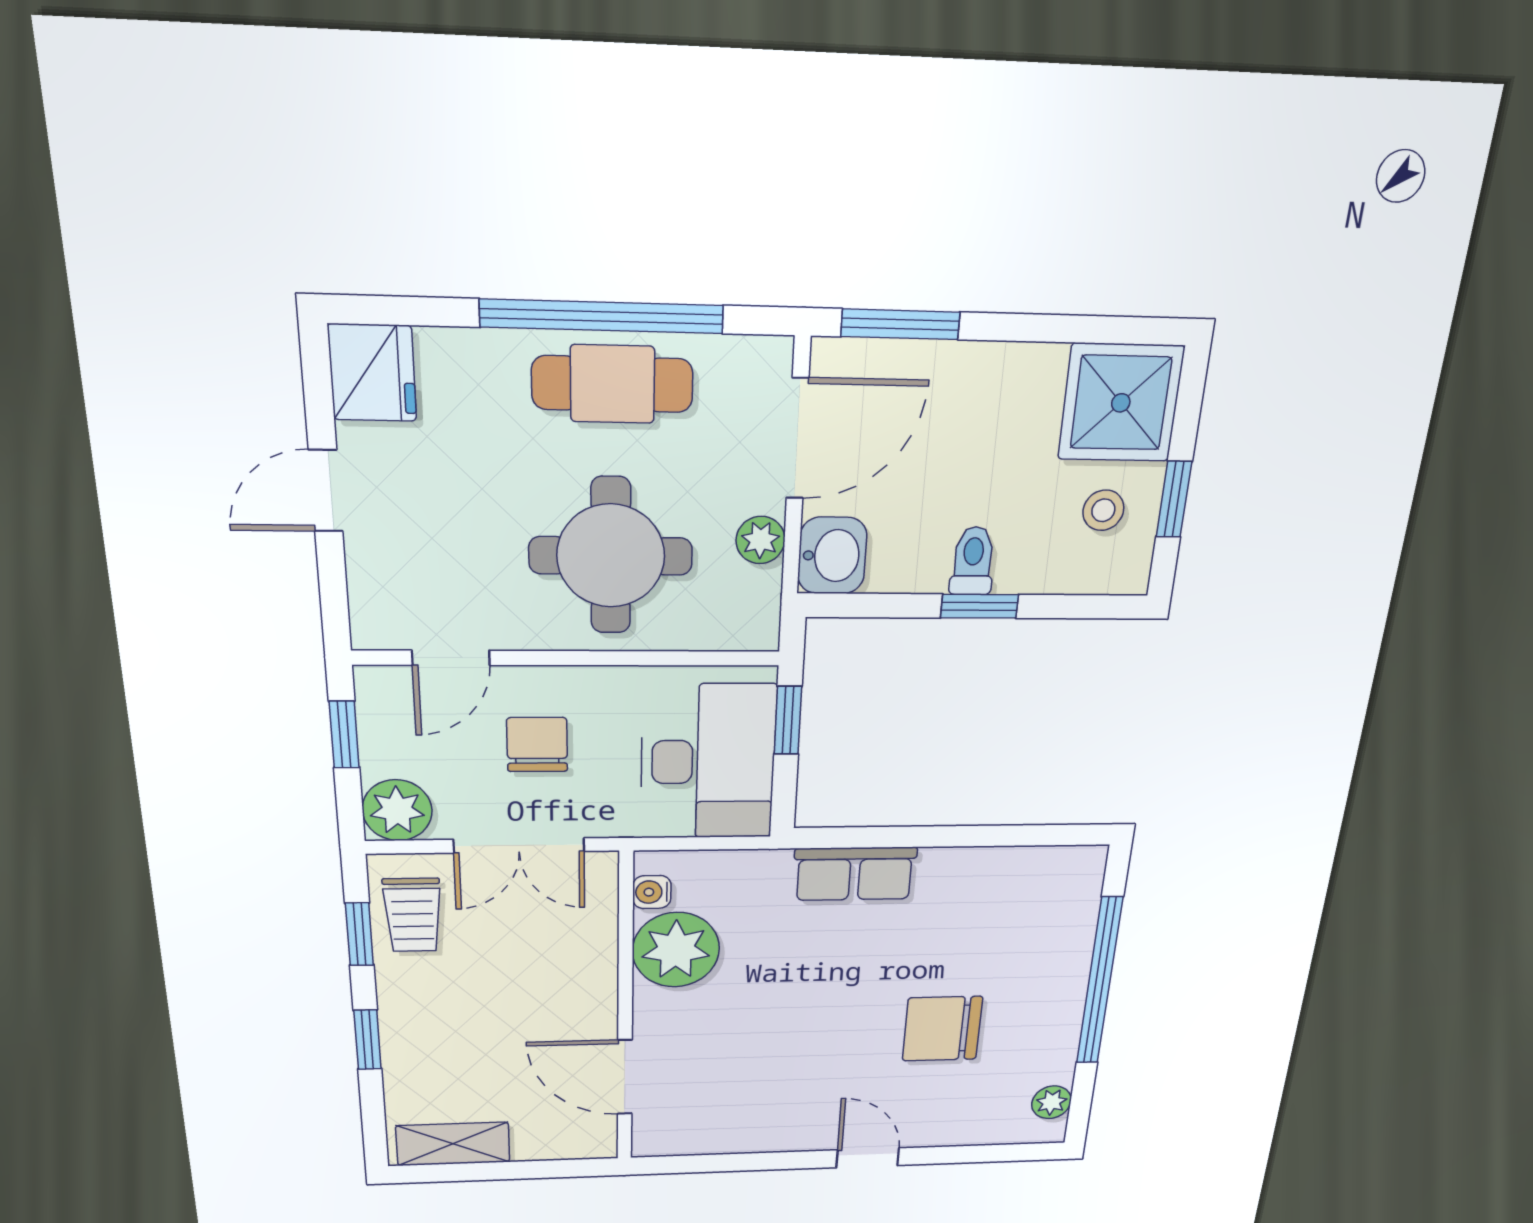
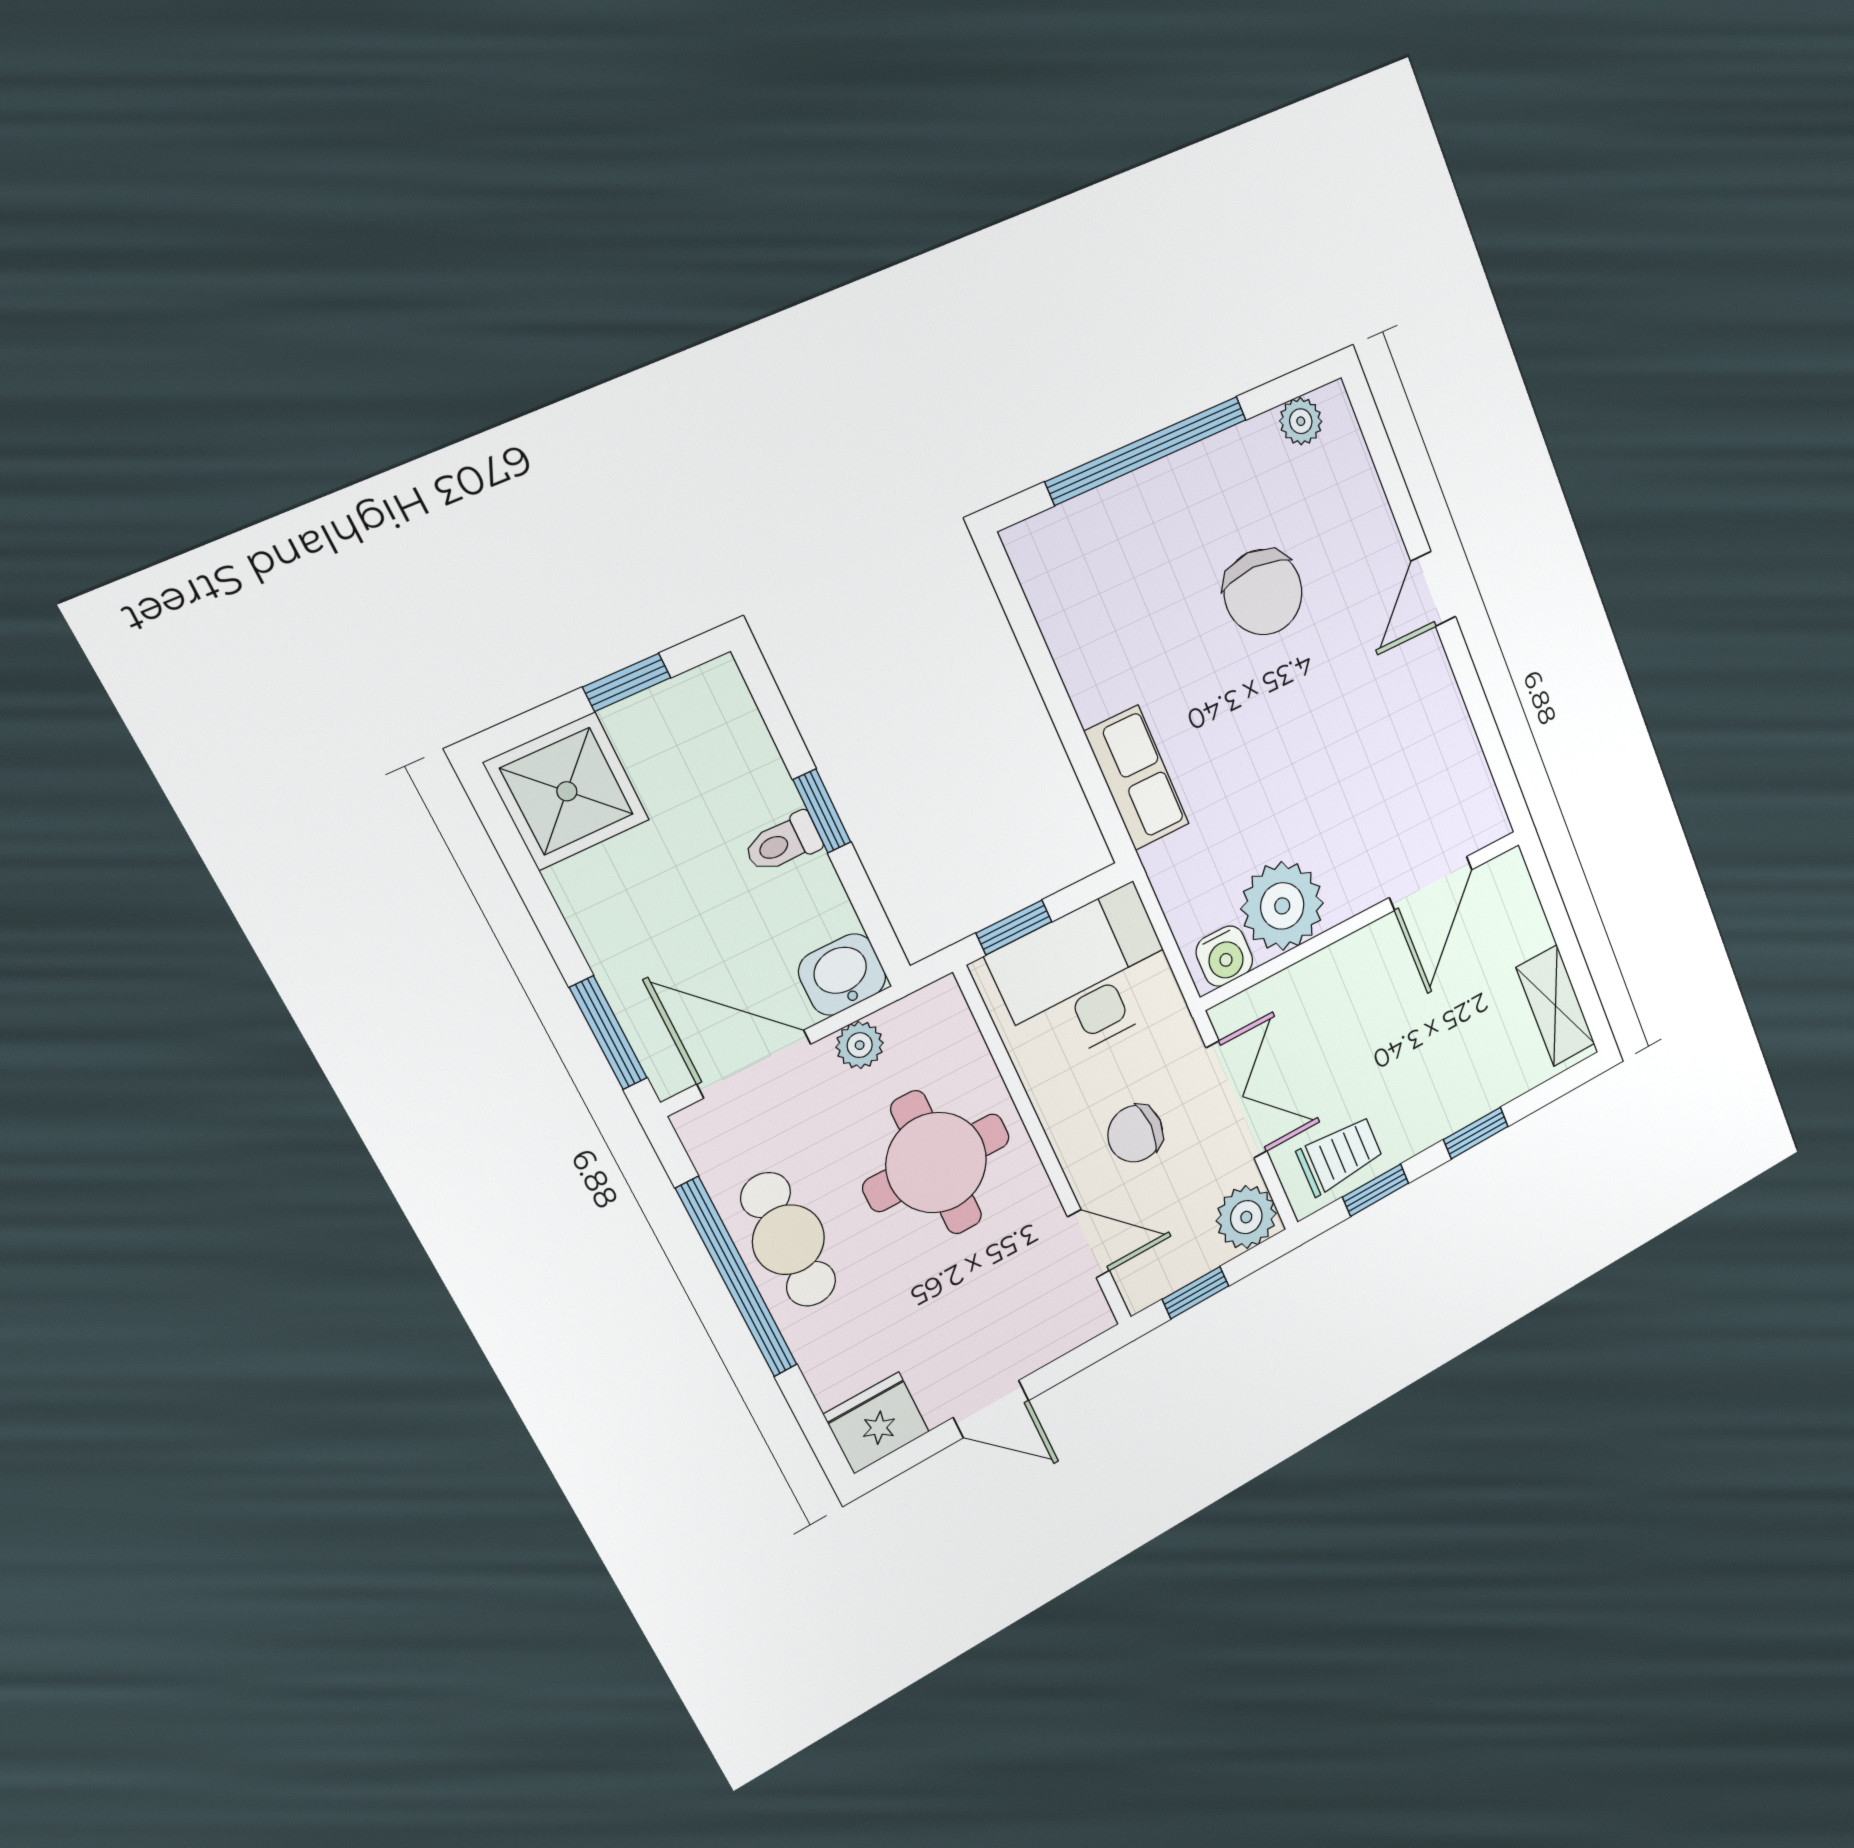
stool: (1103, 510) -> (673, 746), removed
water cooler: (652, 892) -> (1224, 956), width x1.38, depth x1.38

